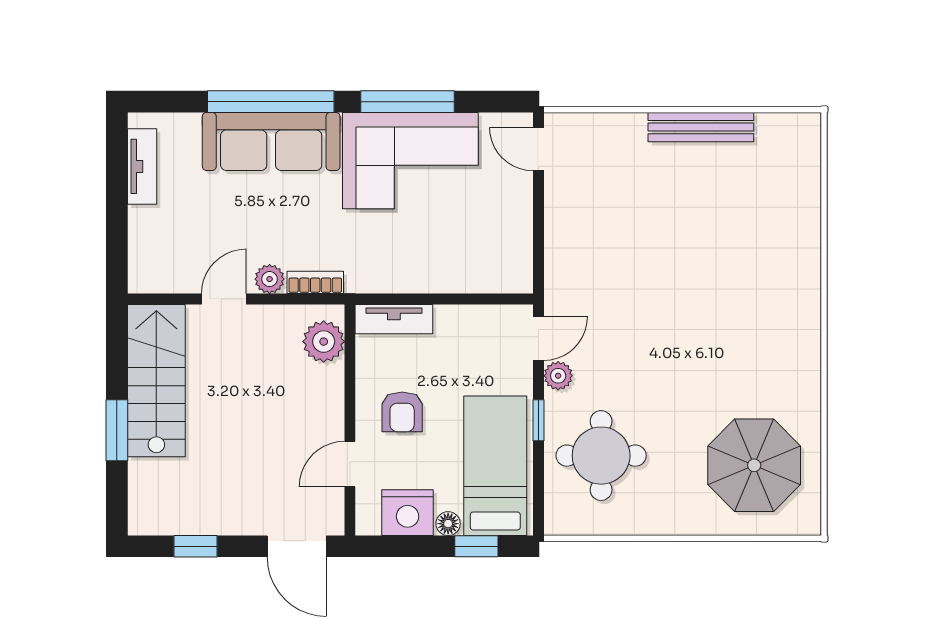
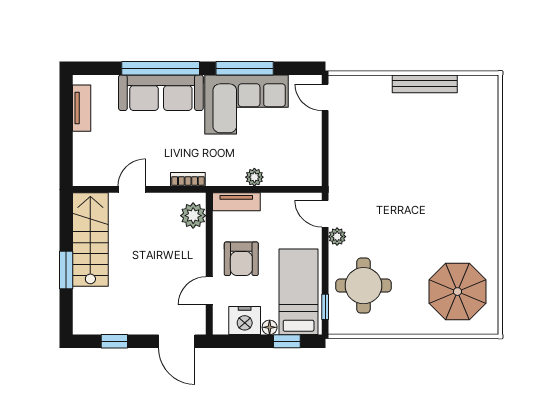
plant: (270, 279) -> (254, 177), moved
door: (538, 339) -> (325, 214), swing flipped
armchair: (402, 412) -> (241, 259), width x1.38, depth x1.38
window: (538, 420) -> (325, 307), moved

